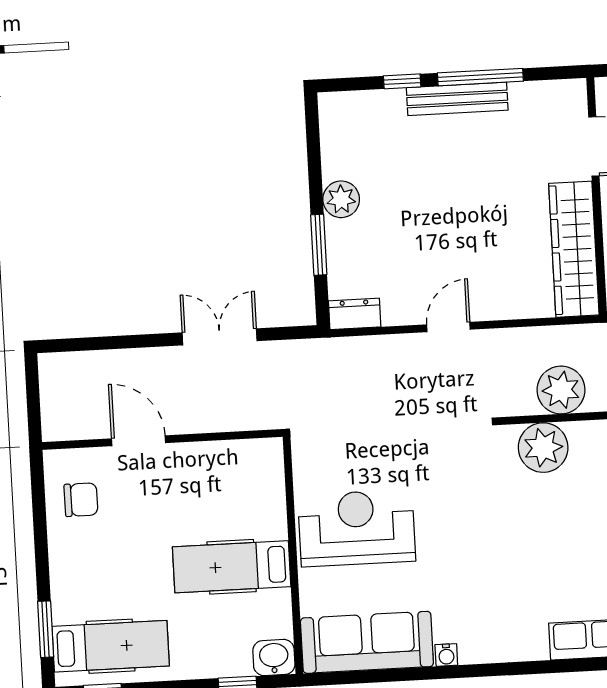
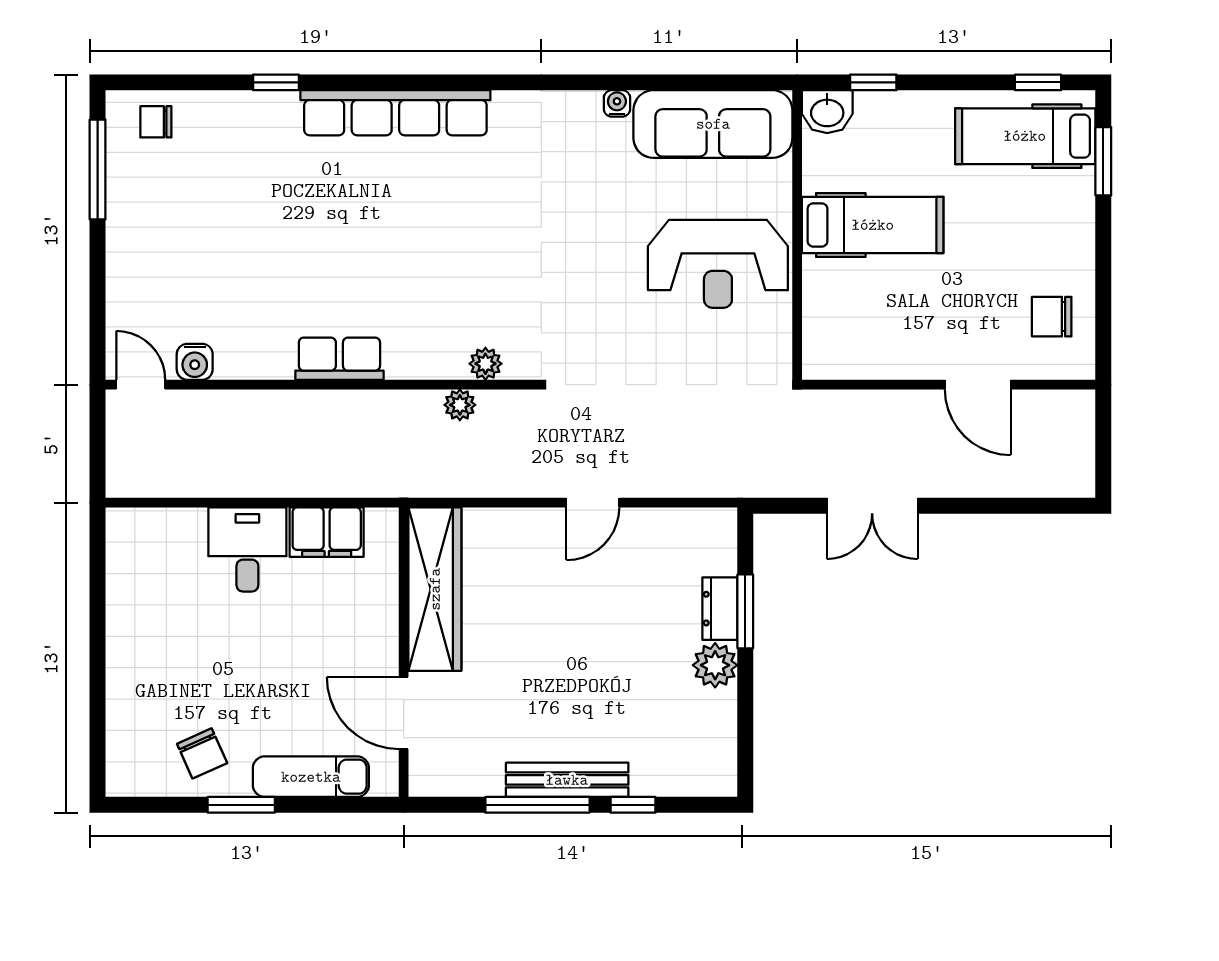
dresser: (355, 314) -> (720, 609), moved, turned 90
plant: (561, 390) -> (460, 405), width x0.53, depth x0.53
plant: (543, 448) -> (485, 364), width x0.53, depth x0.53

